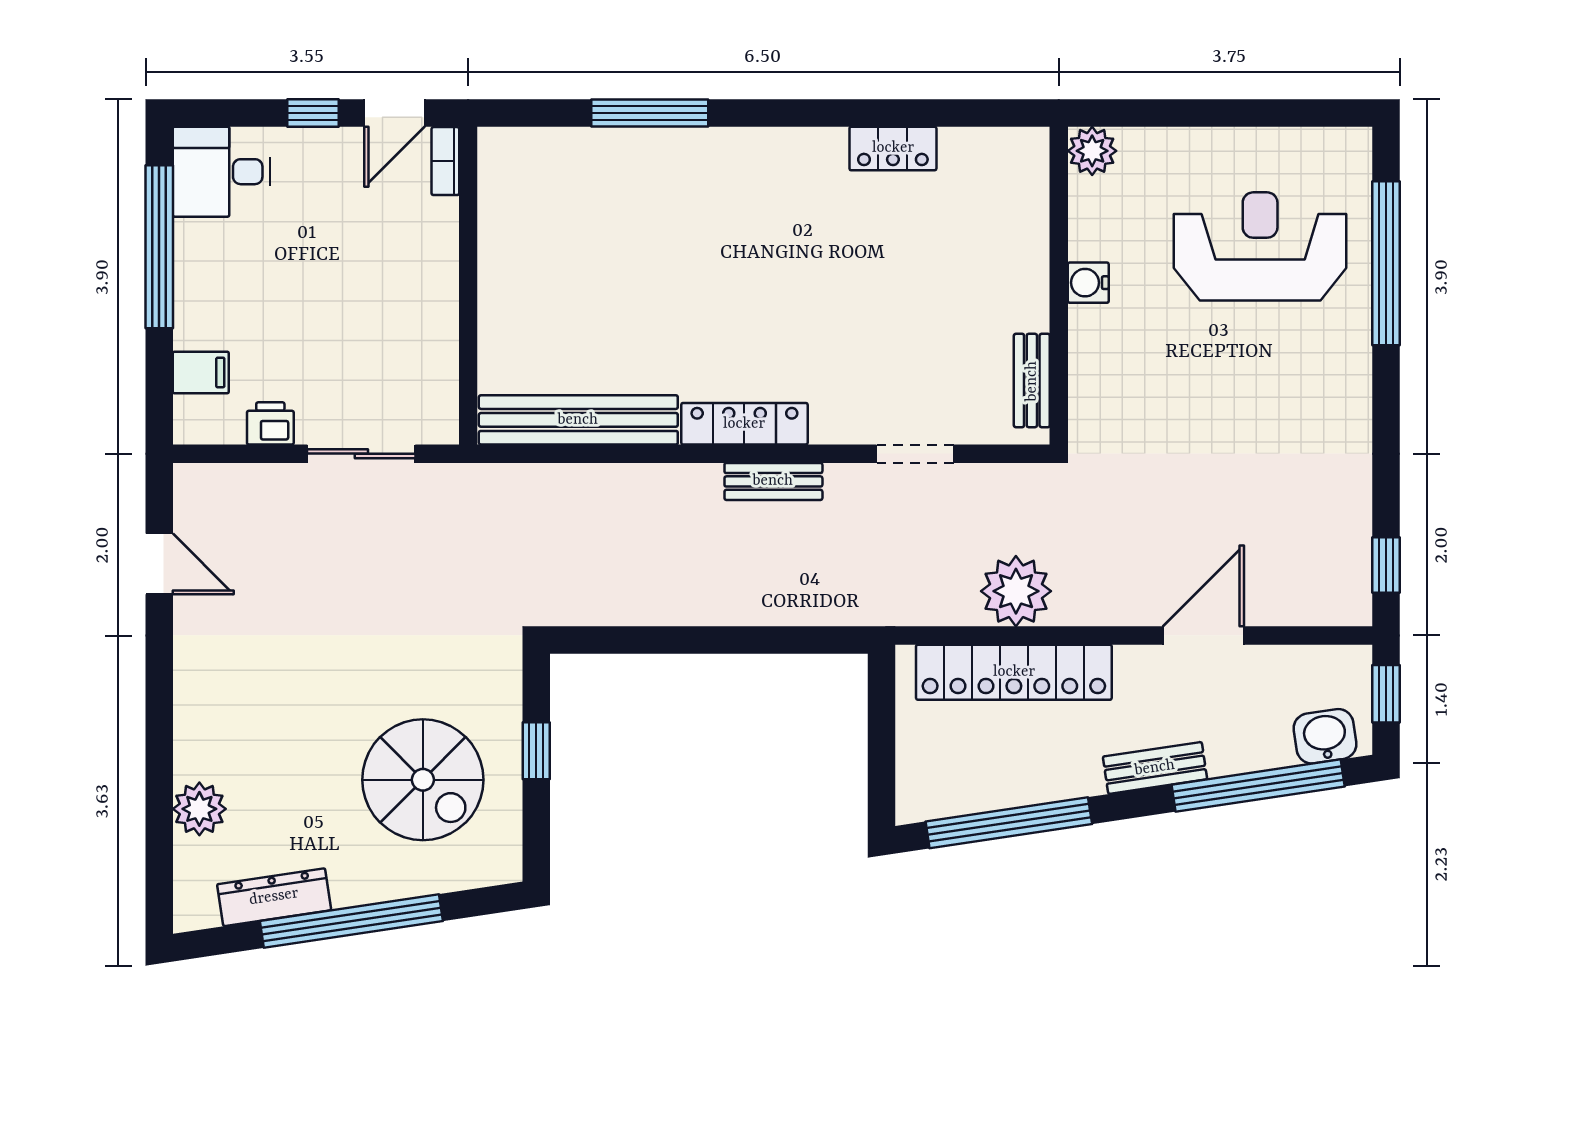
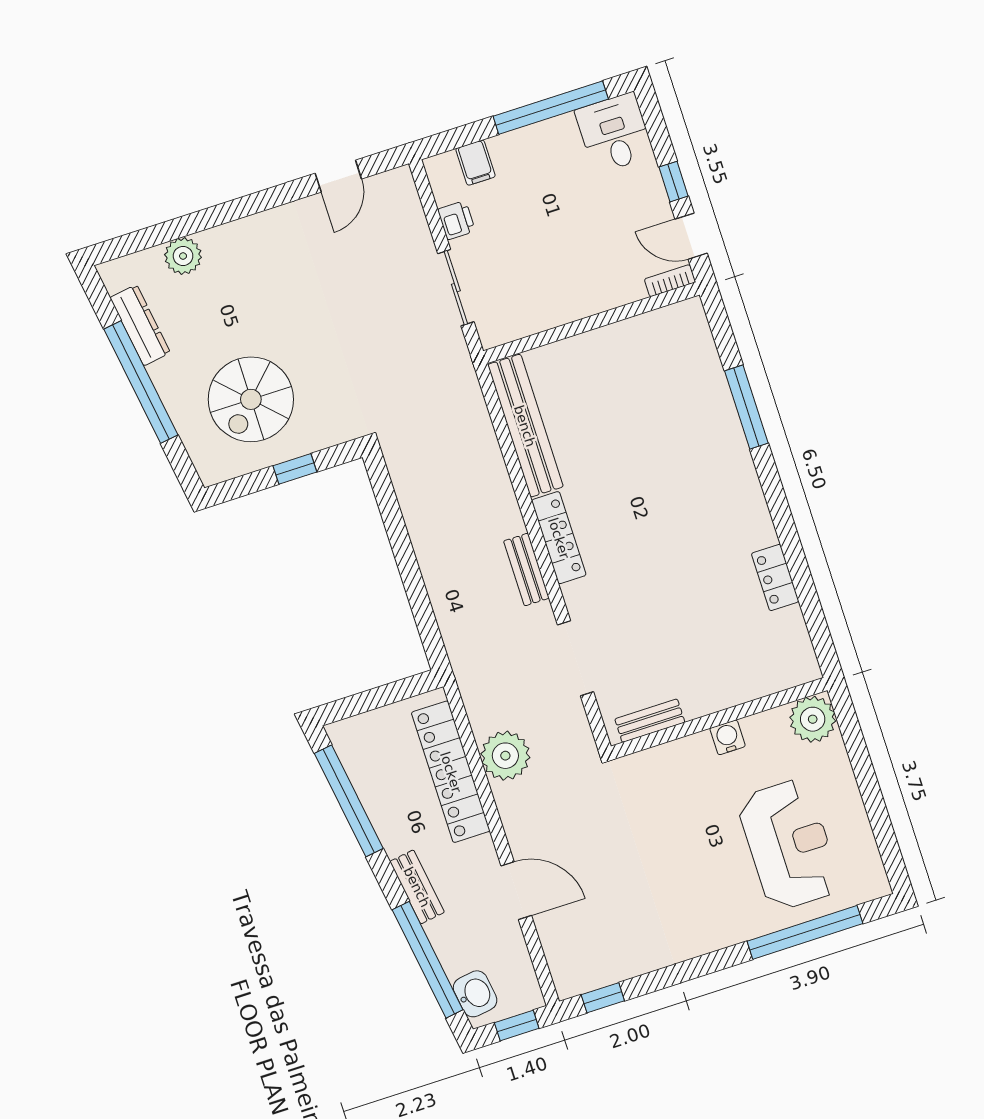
plant: (1092, 151) -> (813, 719), width x1.36, depth x1.36
doorway: (915, 454) -> (576, 658), width x1.38

